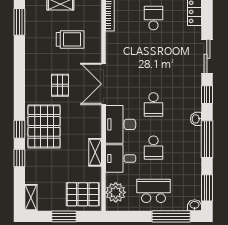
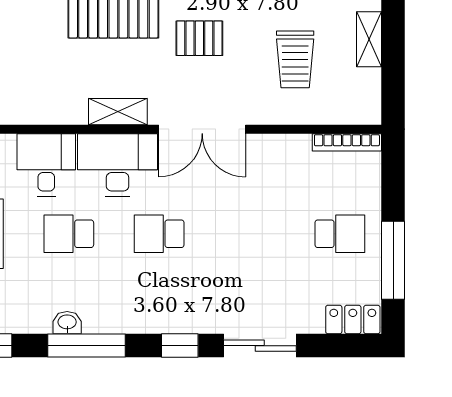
double door: (103, 84) -> (202, 129), swing flipped
washbasin: (196, 119) -> (67, 323), moved
shelving: (95, 152) -> (118, 112), moved

